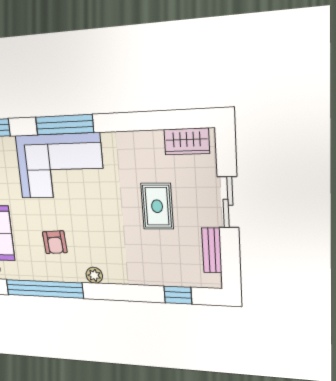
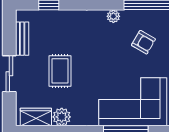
plant: (151, 143) -> (62, 117), added
armchair: (55, 242) -> (143, 42), turned 124

